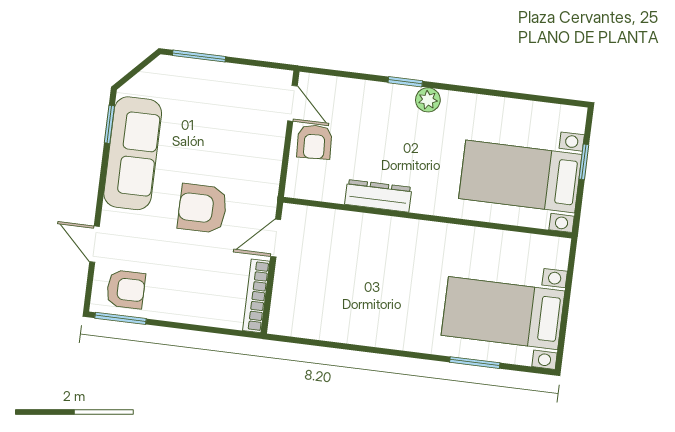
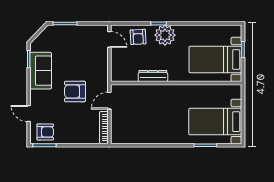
plant: (428, 100) -> (165, 35), width x1.87, depth x1.87
armchair: (314, 142) -> (138, 37), moved
sofa: (133, 153) -> (41, 71), width x0.73

